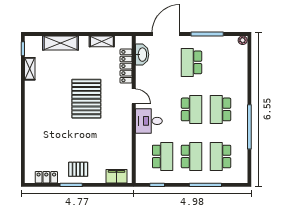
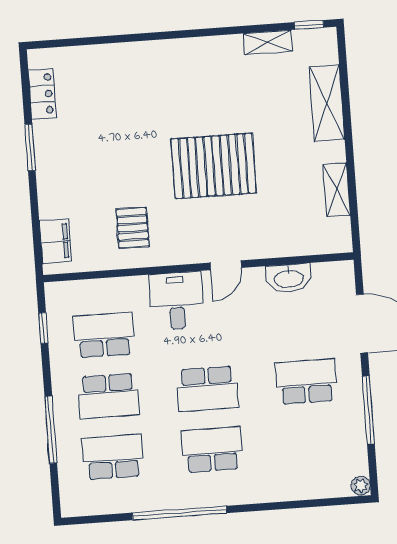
washbasin: (142, 55) -> (289, 278), moved
locker: (126, 66) -> (288, 245), removed
school desk: (163, 156) -> (104, 335), turned 180
pallet: (78, 169) -> (133, 228), moved

